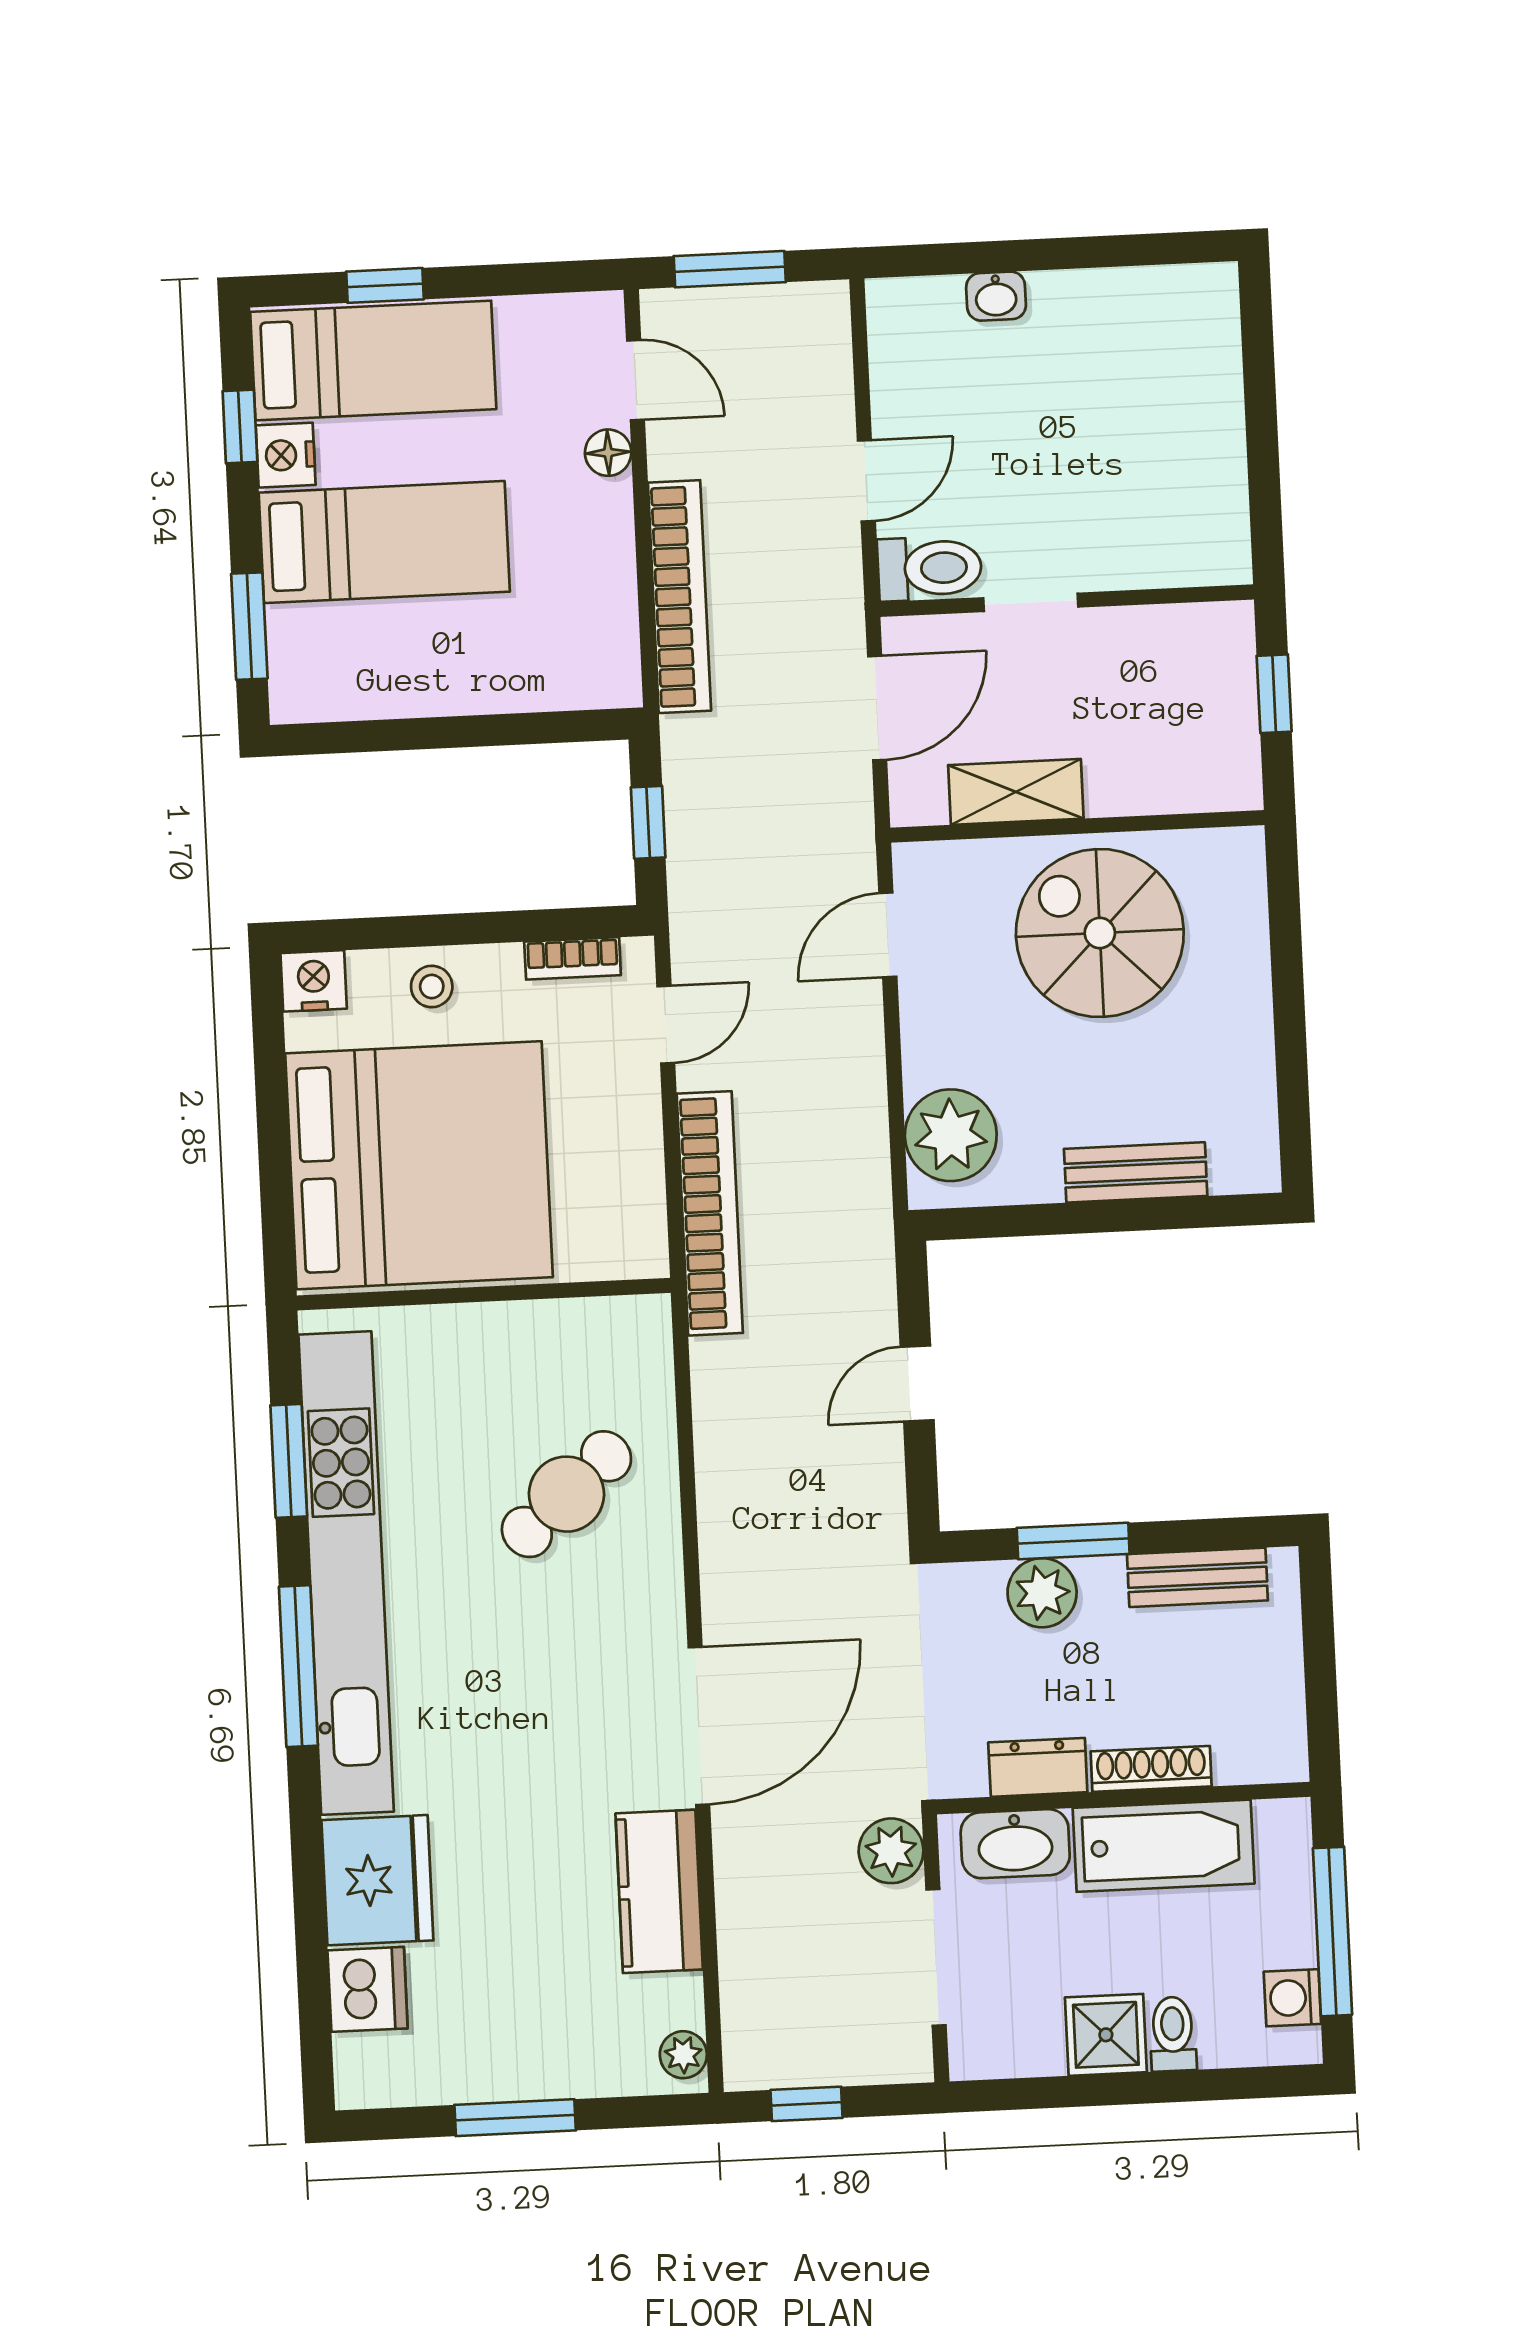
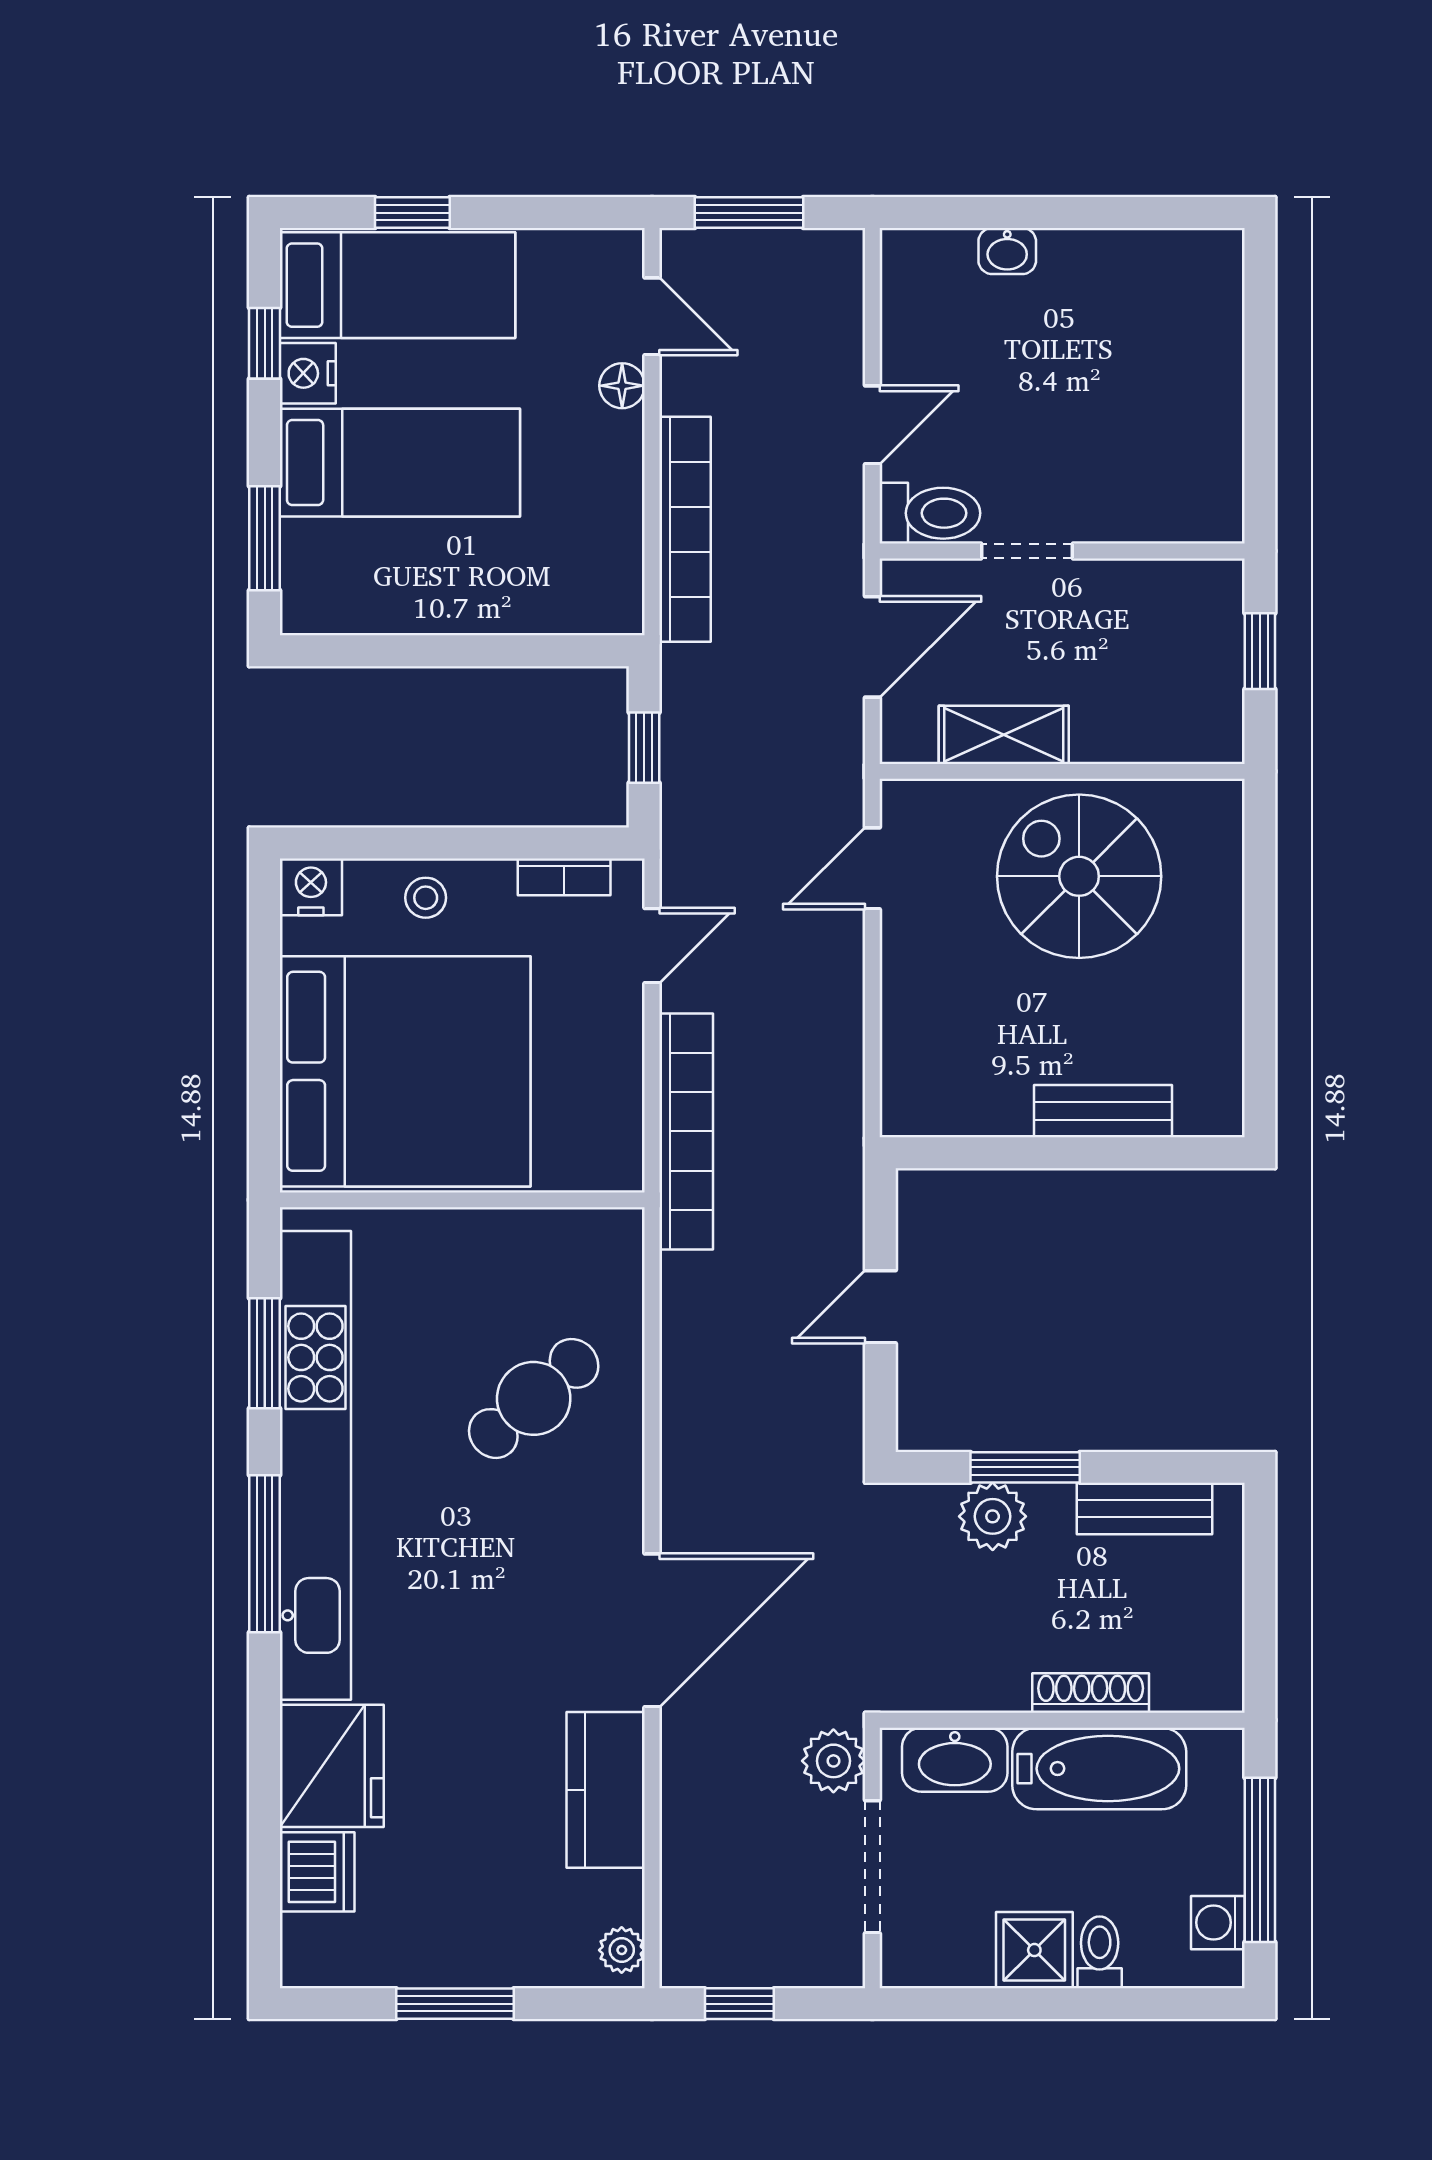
plant: (951, 1135) -> (925, 1066), removed
dresser: (1038, 1767) -> (980, 1686), removed

